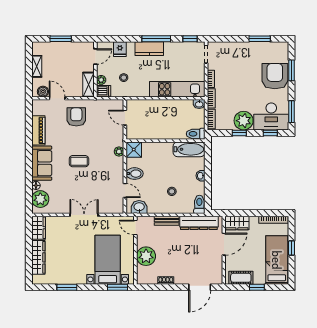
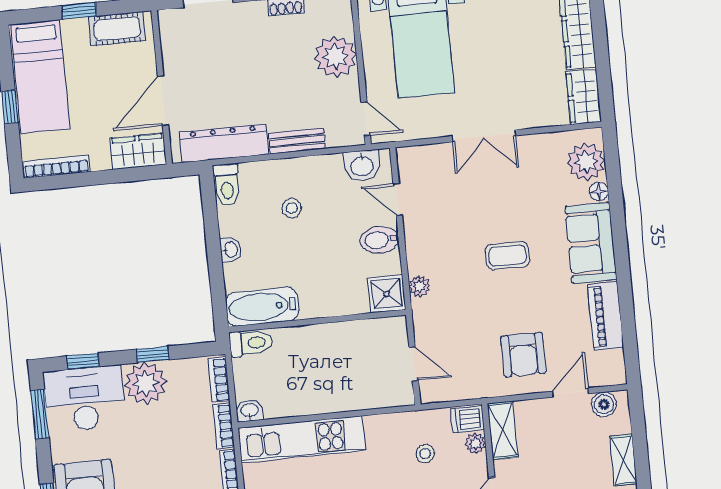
door: (57, 98) -> (570, 392), swing flipped

